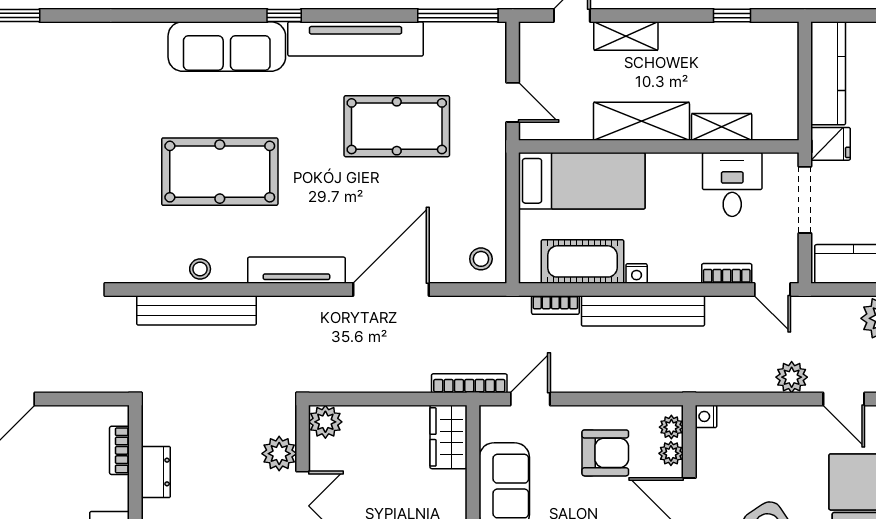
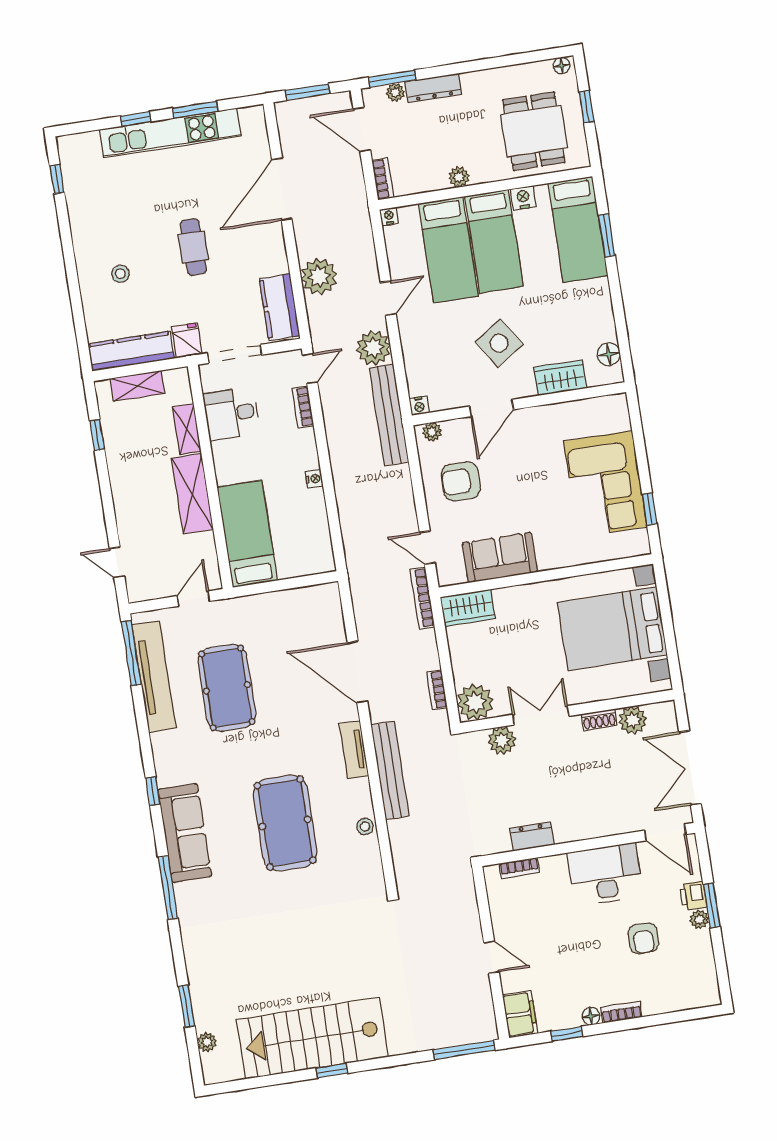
window: (163, 15) -> (168, 887), added
shelving: (626, 36) -> (137, 386), moved, turned 90
tv unit: (356, 39) -> (154, 676), moved
stool: (481, 259) -> (322, 604), removed
cot: (582, 261) -> (311, 523), removed
tv unit: (296, 270) -> (354, 750), width x0.71
bookcase: (555, 305) -> (437, 690), moved, turned 180
bench: (196, 310) -> (390, 770), moved
bench: (643, 311) -> (389, 415), moved
plant: (792, 377) -> (373, 348), width x1.36, depth x1.36
plant: (325, 422) -> (475, 702), width x1.36, depth x1.36
armchair: (605, 453) -> (461, 481), turned -90
plant: (671, 453) -> (453, 429), removed

